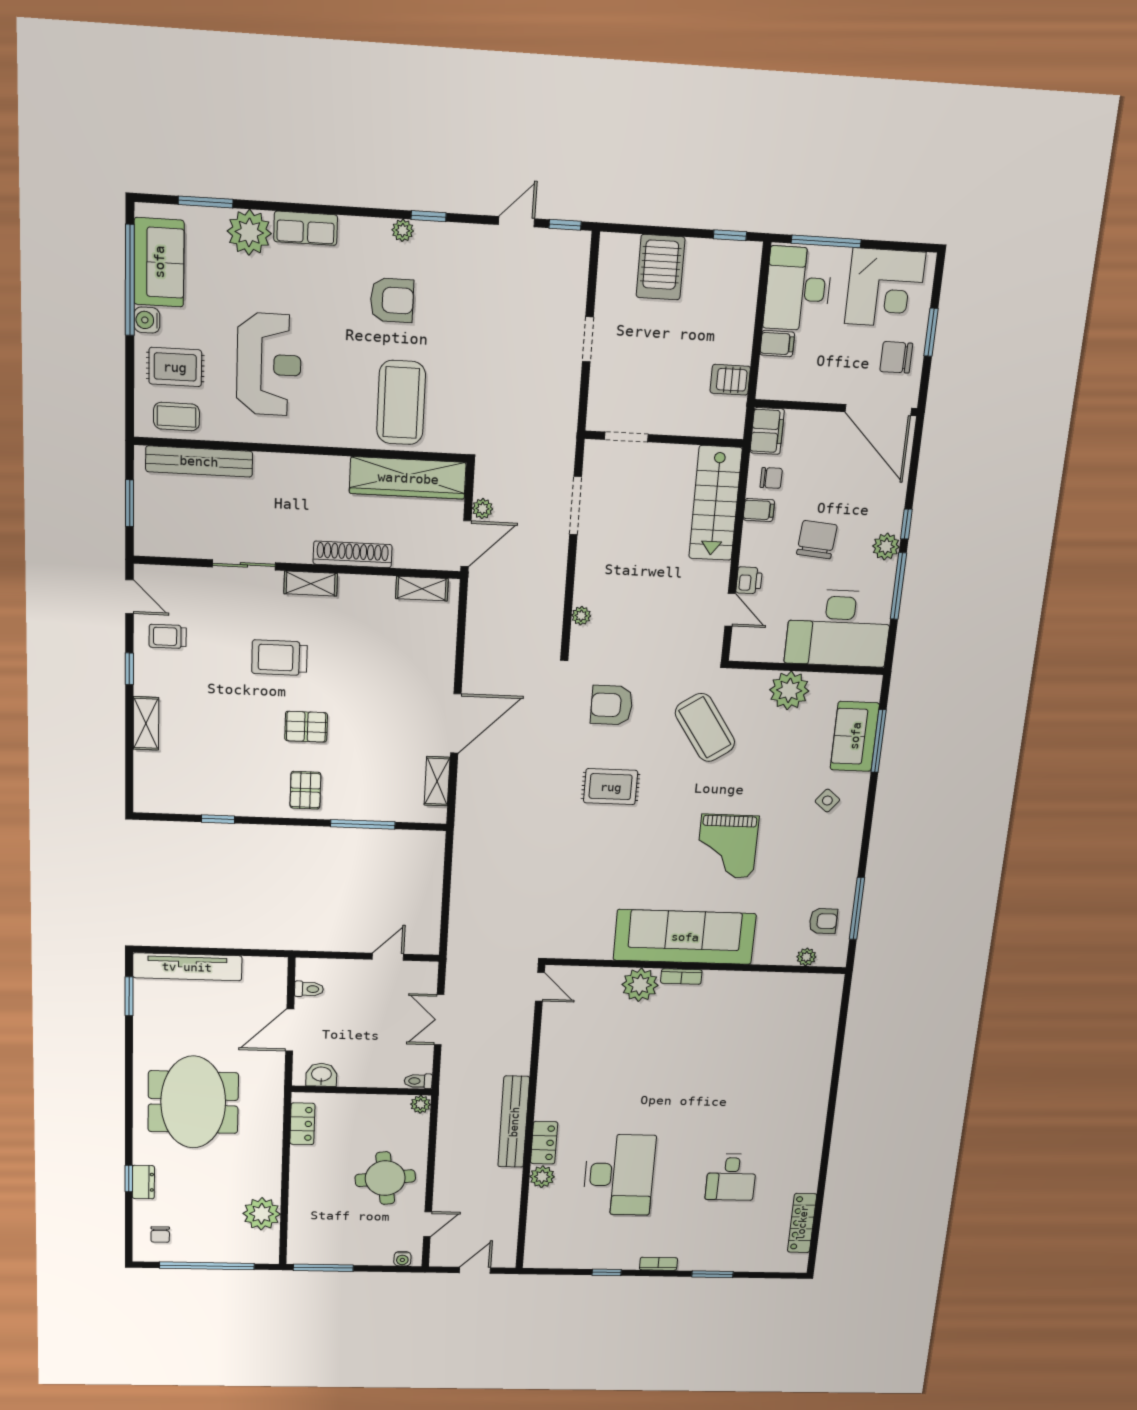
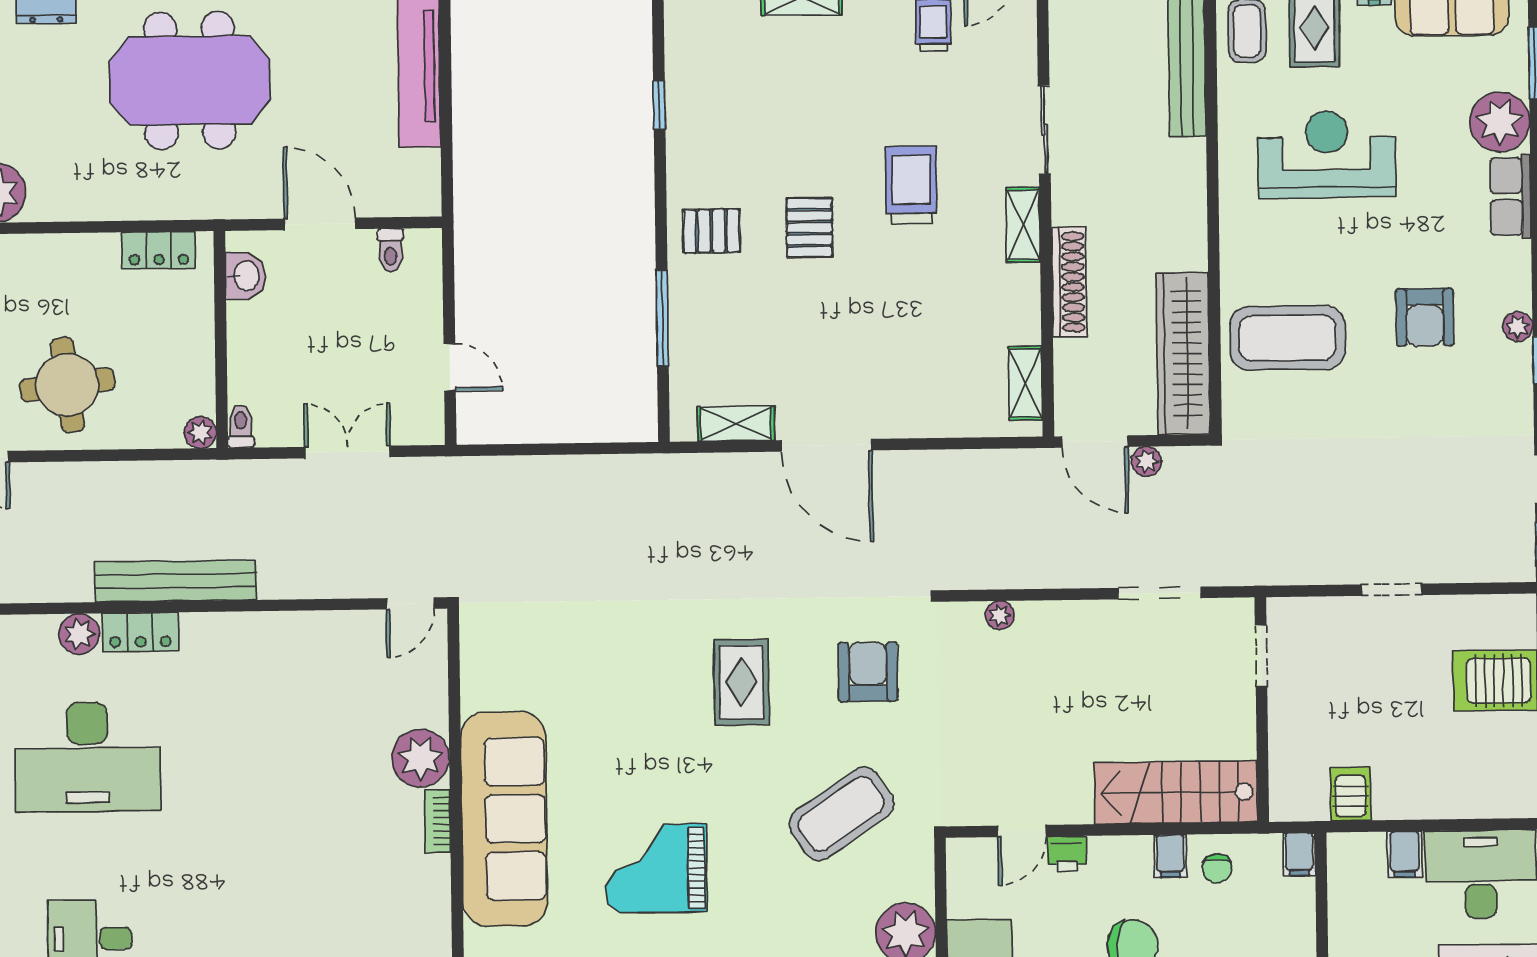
reception desk: (269, 364) -> (1327, 154), turned 180
filing cabinet: (767, 431) -> (1299, 854), width x0.50

